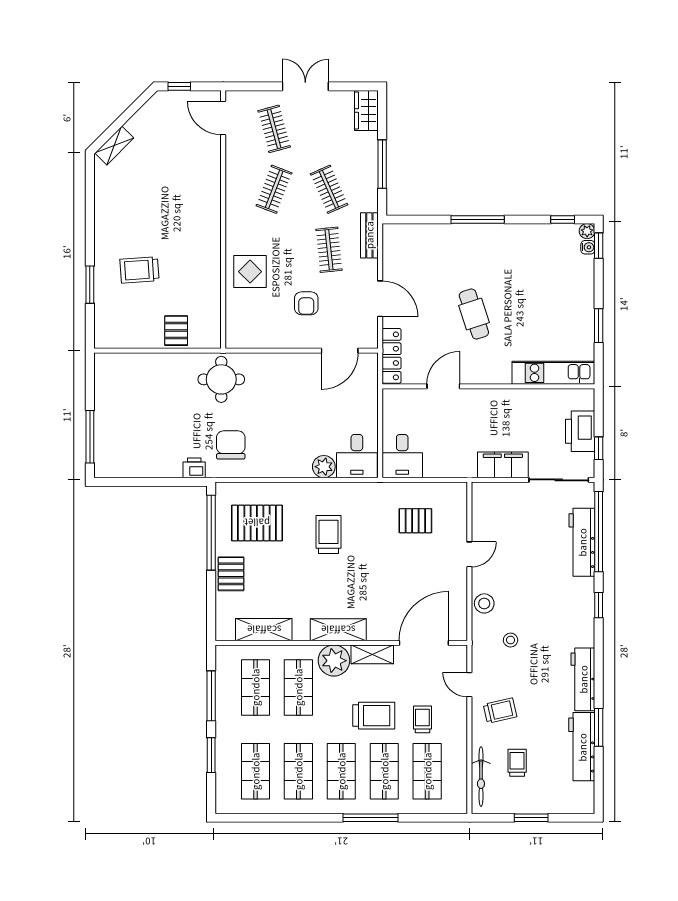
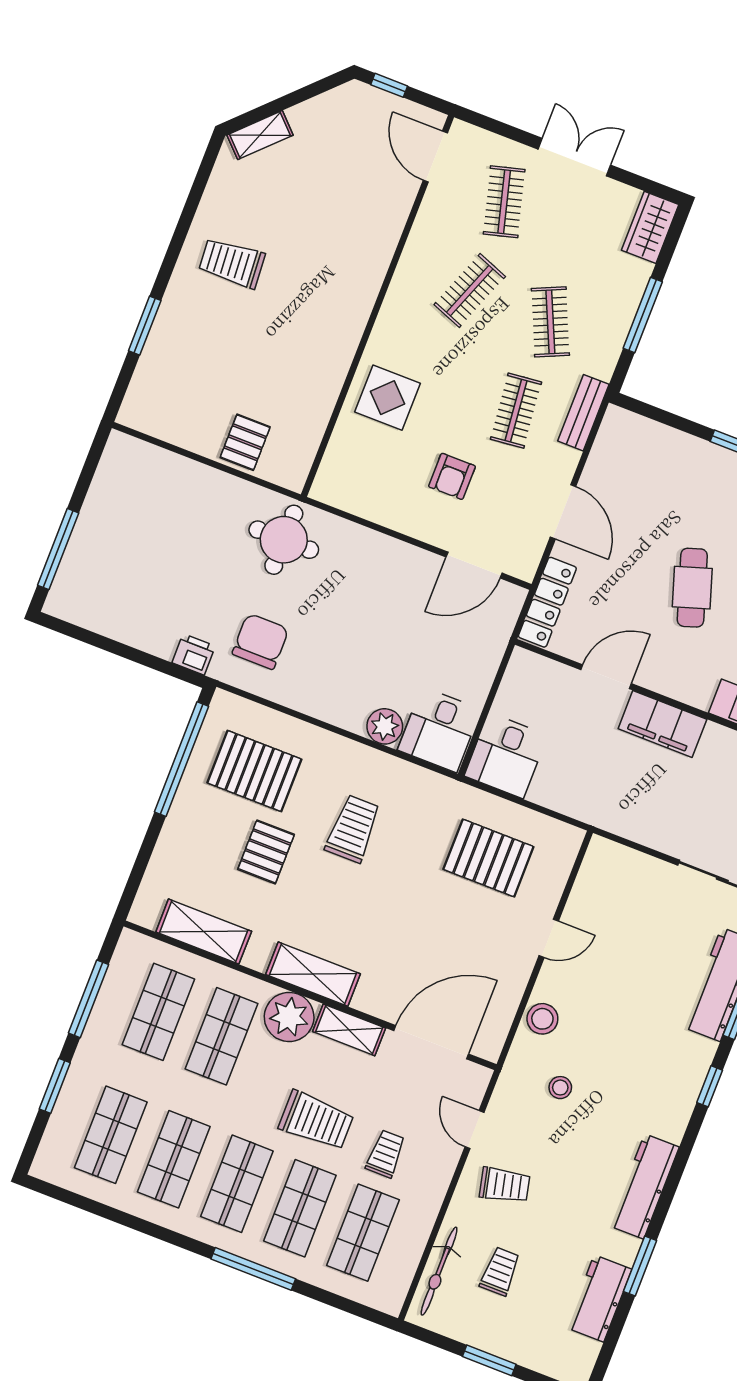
trolley: (139, 270) -> (232, 263), moved
filing cabinet: (503, 465) -> (662, 724), moved, turned 180
pallet: (415, 521) -> (488, 858), width x1.50, depth x1.42
pallet: (231, 574) -> (266, 852), moved
workbench: (582, 747) -> (599, 1298), width x0.73

